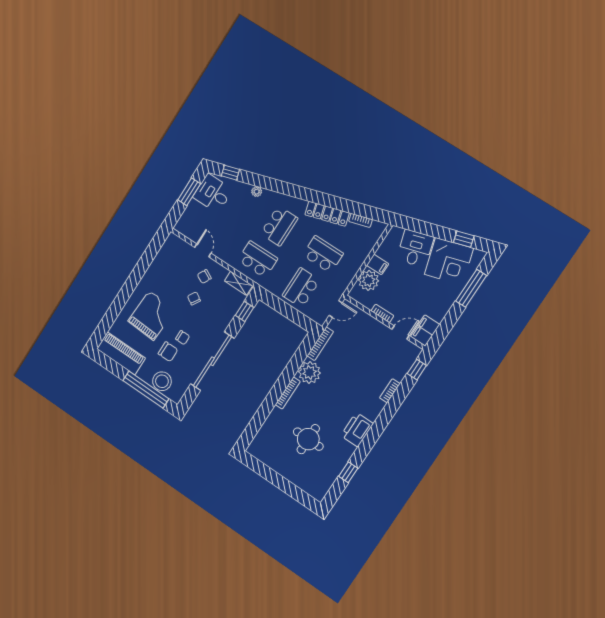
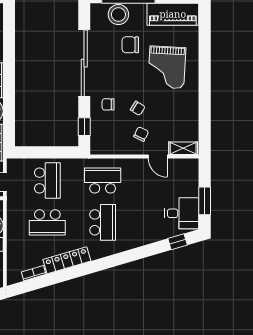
plant: (257, 192) -> (143, 240), removed
school desk: (279, 226) -> (103, 222), turned 180
school desk: (258, 259) -> (103, 180), turned 180
shelving: (239, 283) -> (183, 148), moved
chair: (183, 338) -> (108, 104), moved

